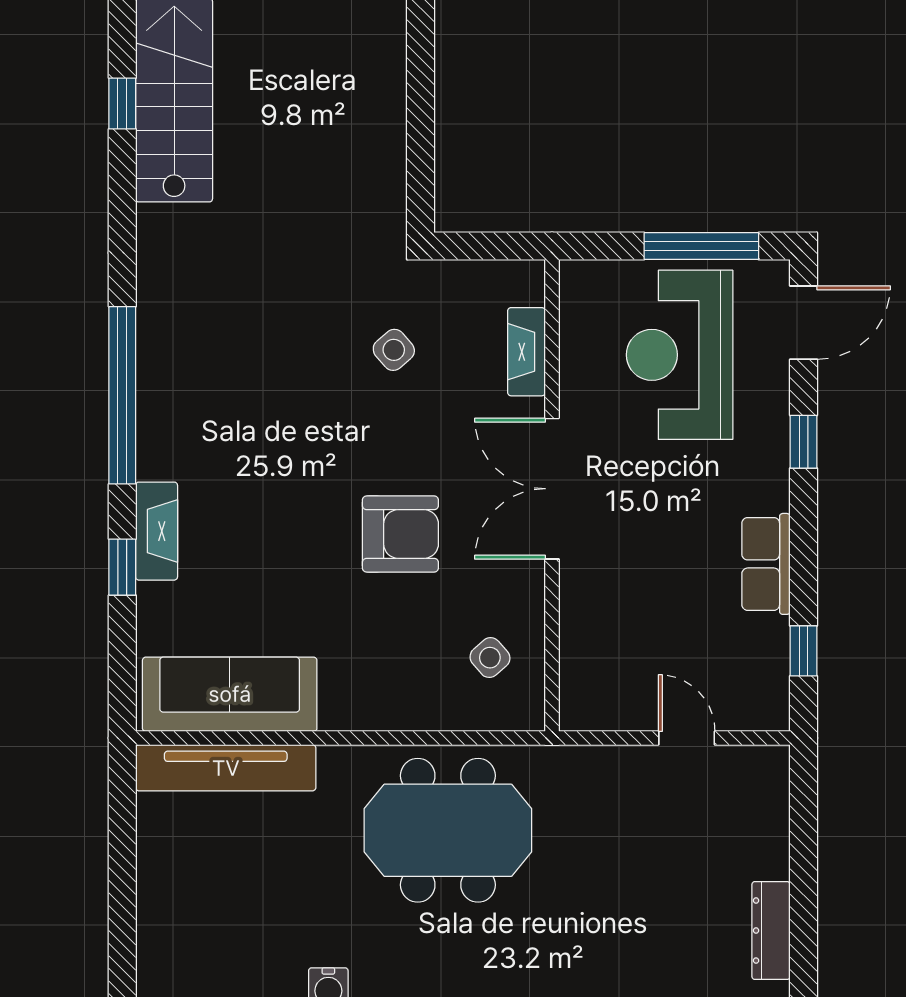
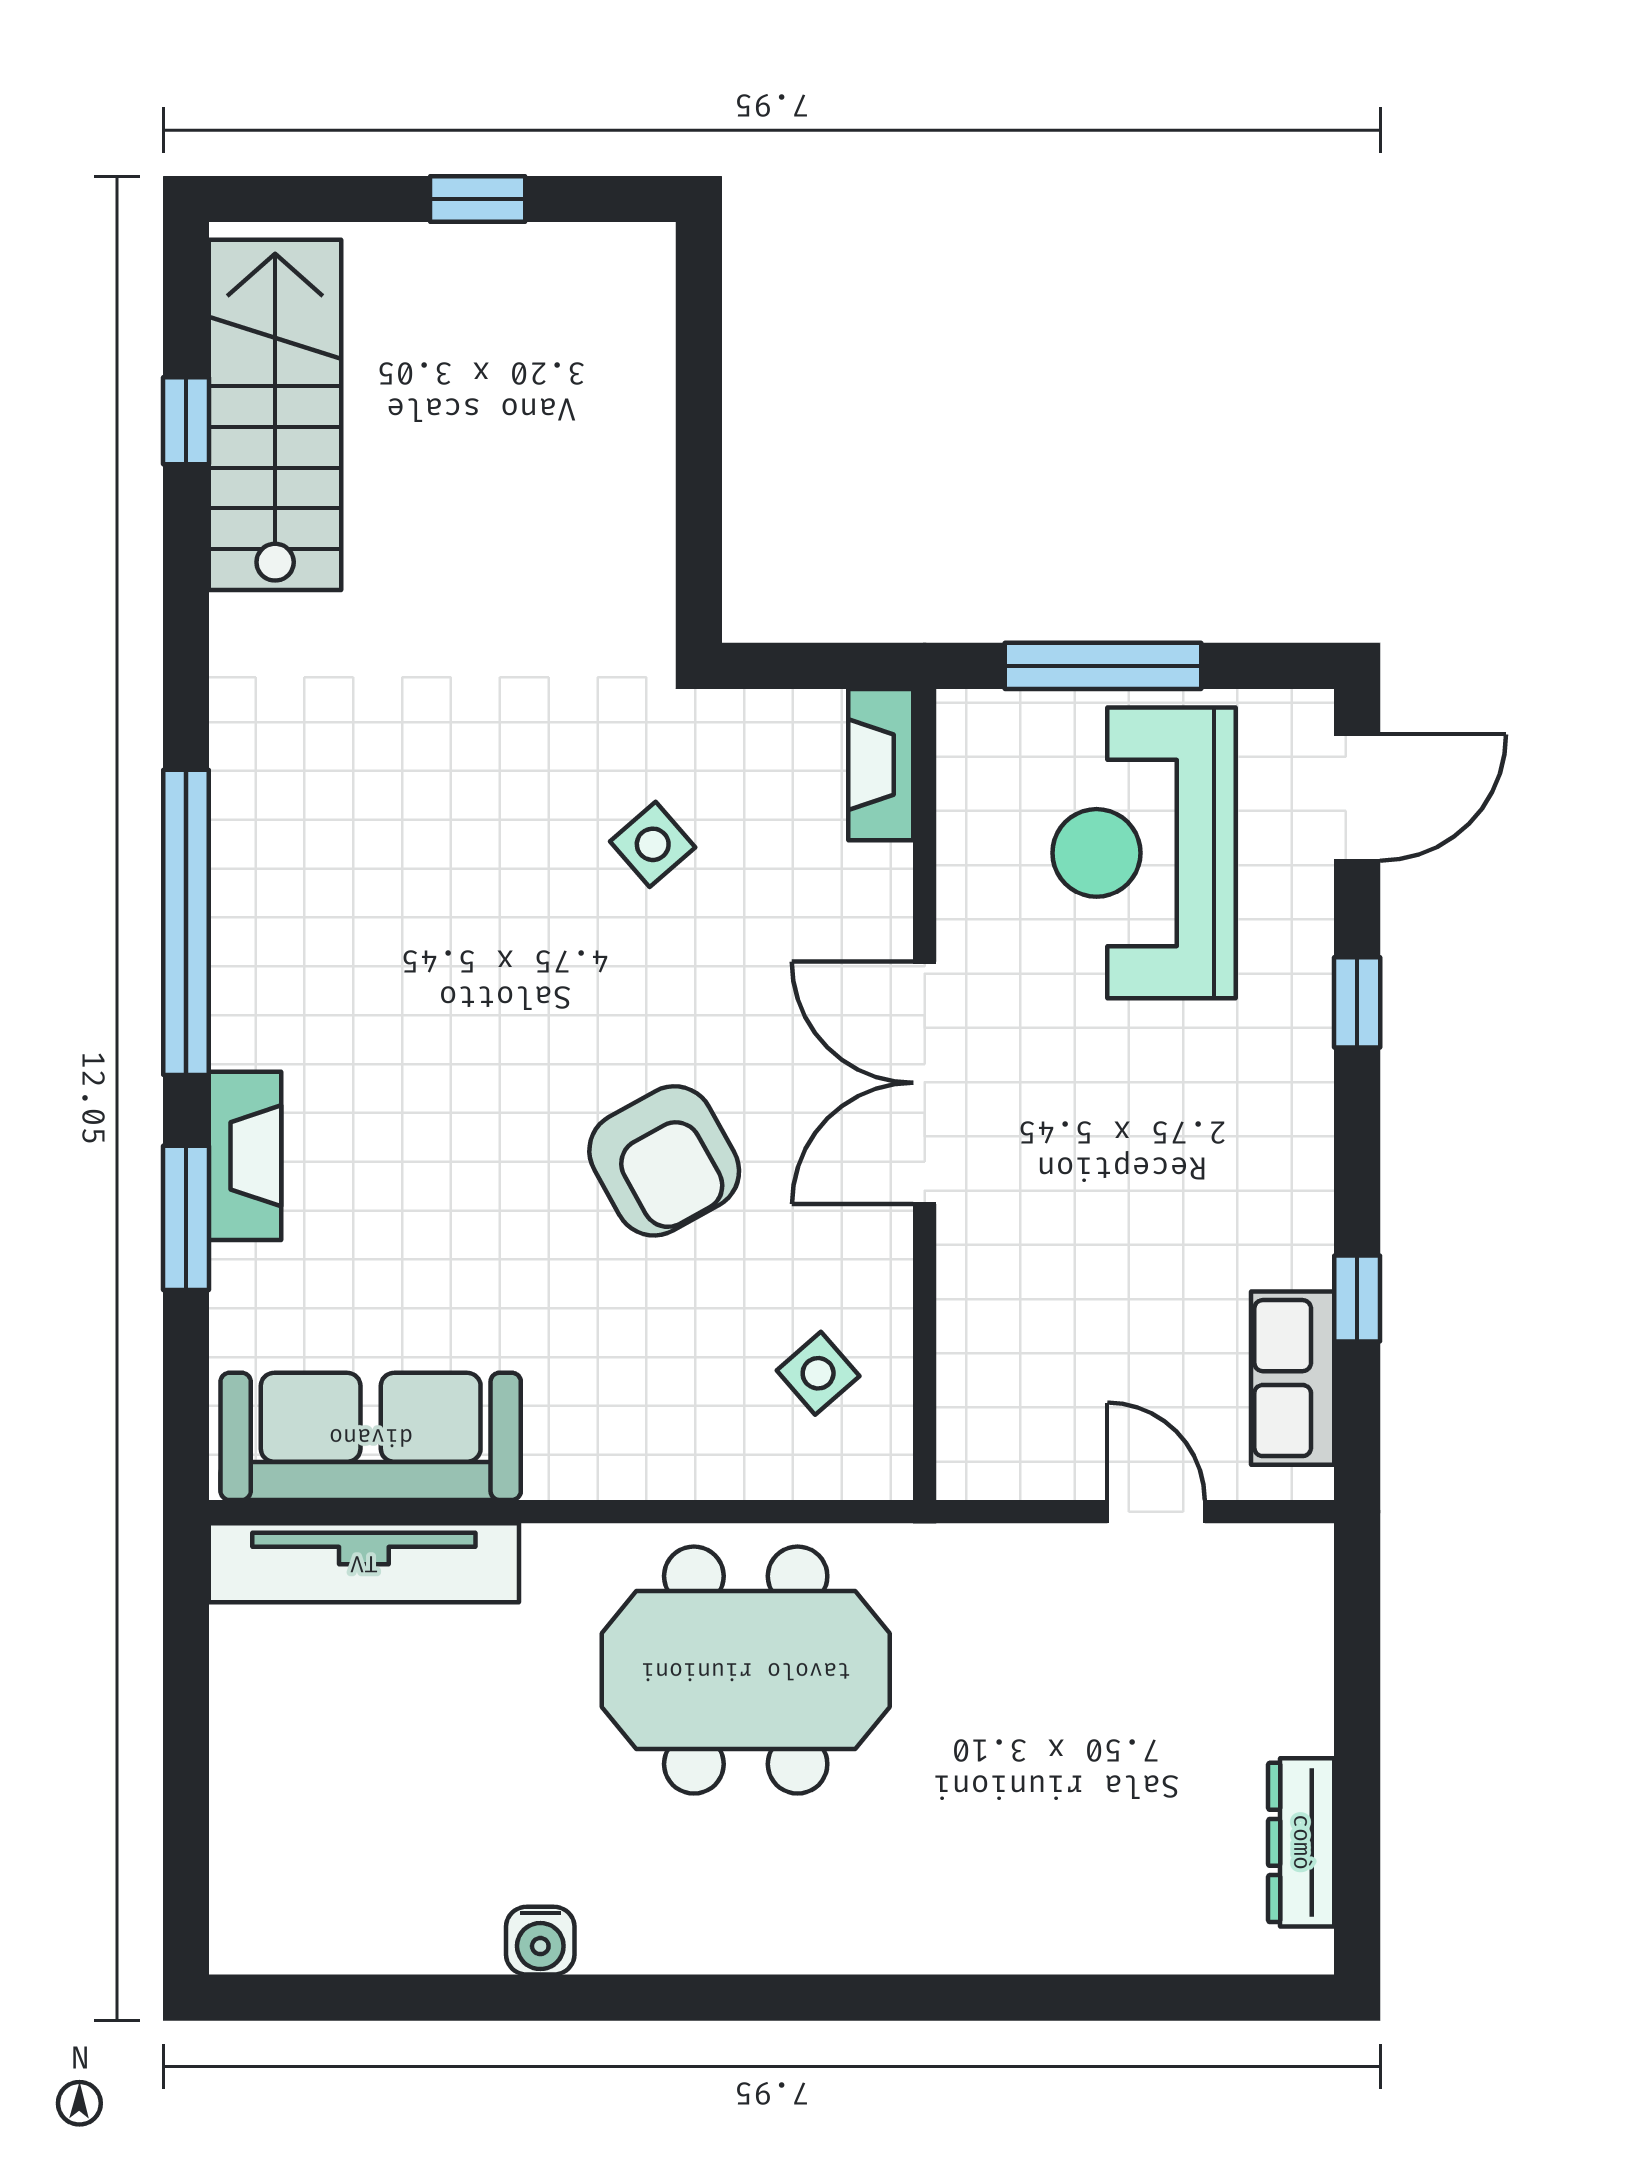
window: (701, 246) -> (1103, 666), moved
fireplace: (526, 352) -> (881, 765), moved
armchair: (400, 534) -> (664, 1161), turned 61
row of seats: (766, 564) -> (1293, 1378), moved
window: (122, 567) -> (186, 1218), width x1.50
window: (804, 651) -> (1357, 1299), moved

